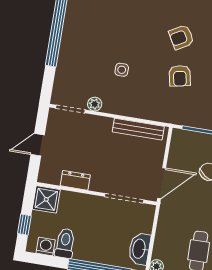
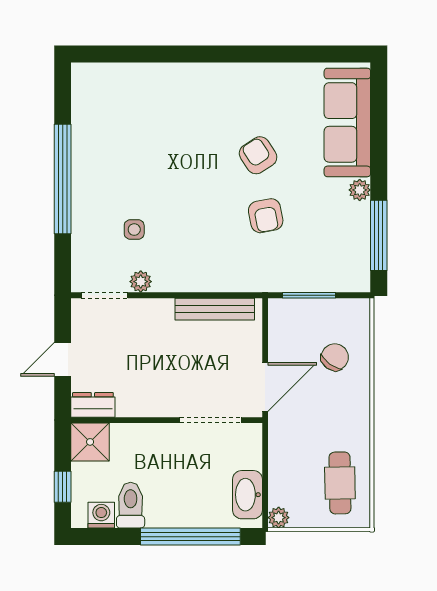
armchair: (181, 37) -> (258, 155), turned 87
side table: (122, 70) -> (134, 230), moved
dresser: (75, 180) -> (93, 405), moved

